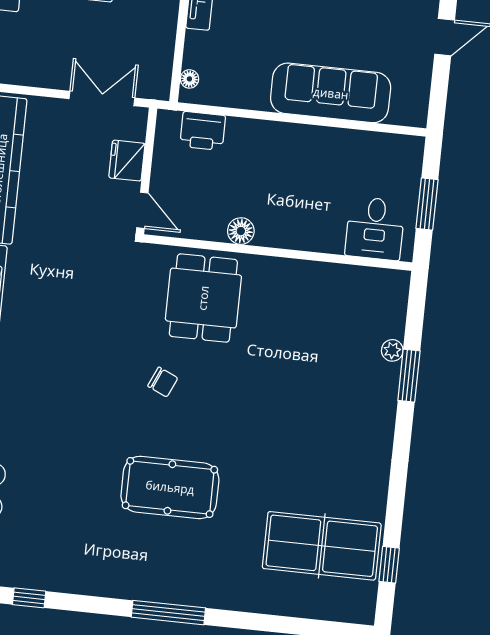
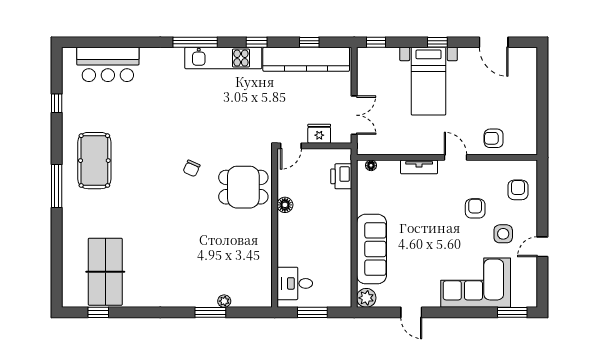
plant: (412, 110) -> (366, 298), added
pool table: (170, 487) -> (94, 161), moved

